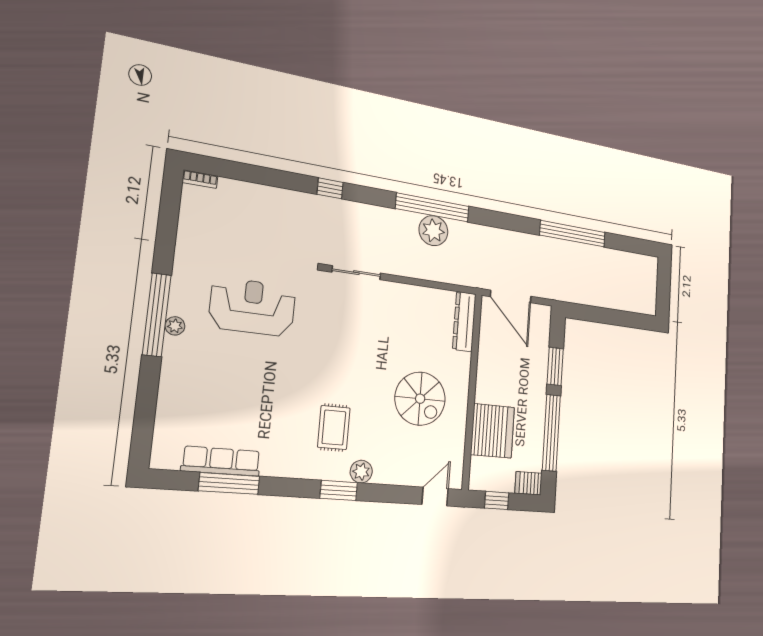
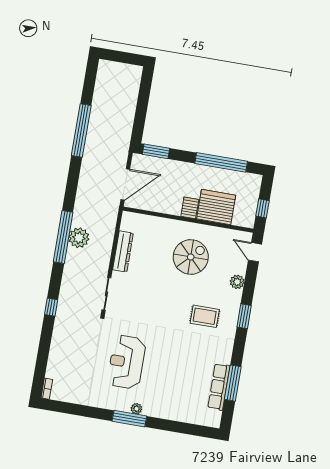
window: (157, 315) -> (129, 419), width x0.68
dresser: (464, 322) -> (123, 251), moved, turned -90
window: (555, 366) -> (156, 151), moved
plant: (361, 472) -> (237, 282), moved
server rack: (528, 483) -> (190, 208), moved, turned 180

